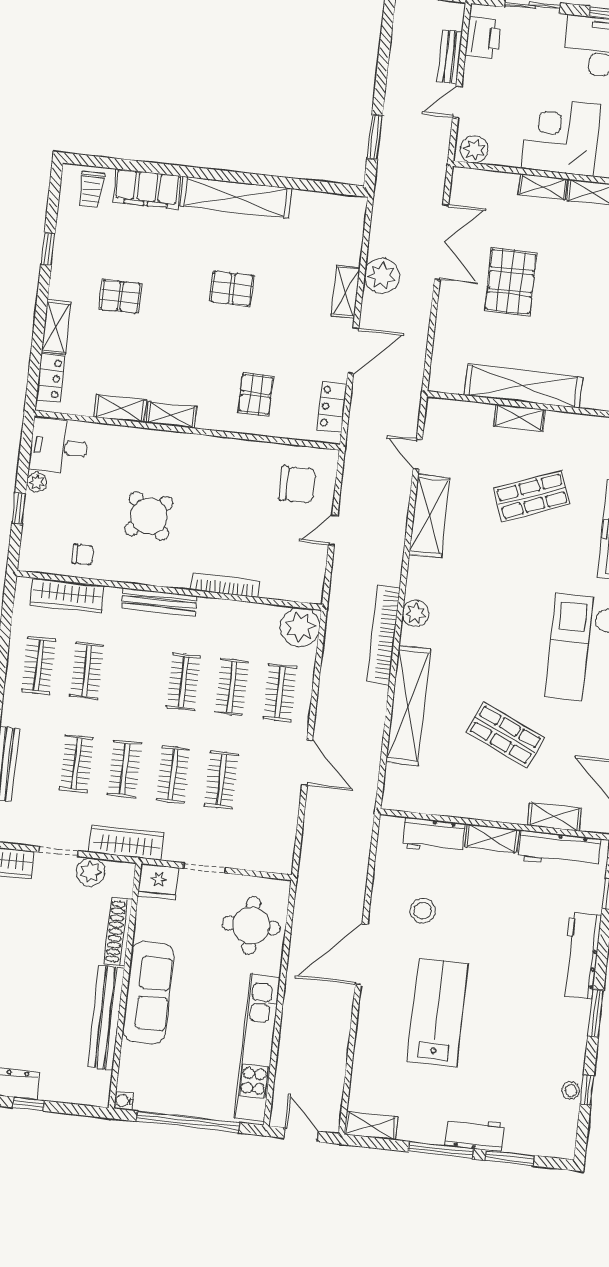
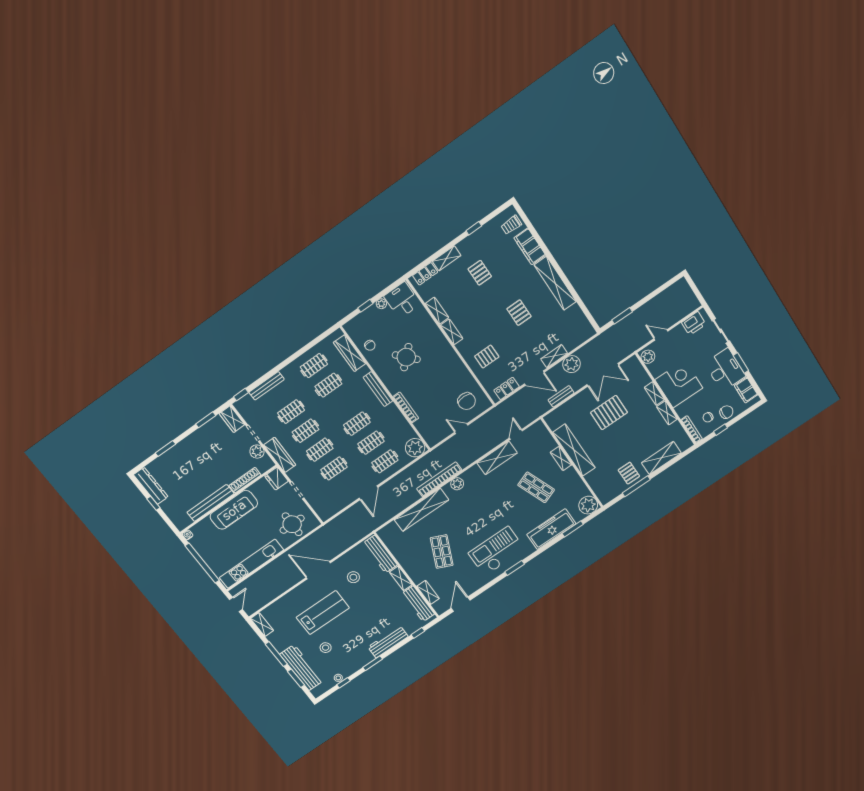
bench: (450, 57) -> (561, 396), moved
workbench: (434, 836) -> (380, 554), width x1.38
stool: (501, 1063) -> (326, 648), added
workbench: (475, 1134) -> (302, 668), width x1.88, depth x1.32

